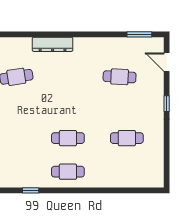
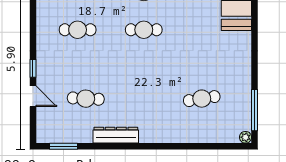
dresser: (53, 44) -> (116, 135), moved
door: (167, 62) -> (33, 96), moved

